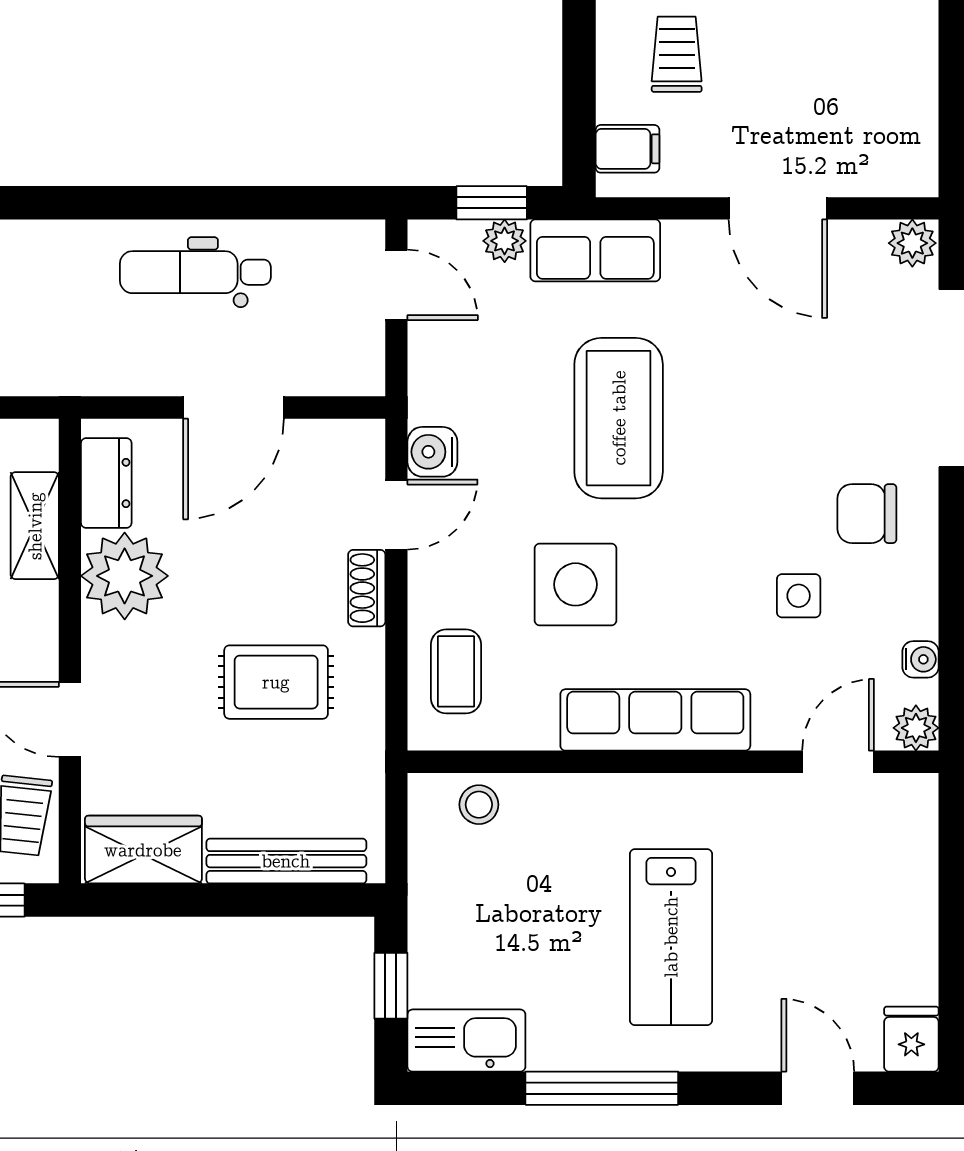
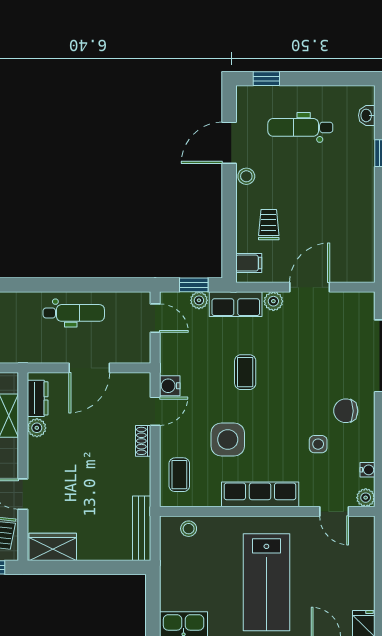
door: (778, 208) -> (310, 287), swing flipped
plant: (912, 243) -> (273, 301), moved
dental chair: (195, 272) -> (74, 313), turned 180
coffee table: (619, 418) -> (245, 372), width x0.54, depth x0.58
plant: (125, 576) -> (37, 428), width x0.53, depth x0.53
rug: (276, 682) -> (106, 479), removed
door: (838, 762) -> (334, 511), swing flipped
bench: (286, 861) -> (142, 528), moved, turned 90
lab bench: (671, 937) -> (266, 582), width x1.36, depth x1.39
window: (391, 986) -> (153, 602), removed

